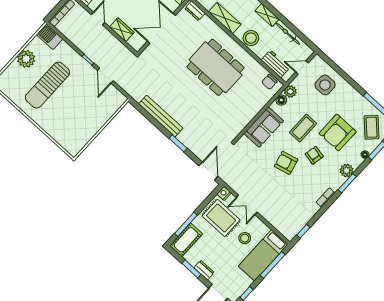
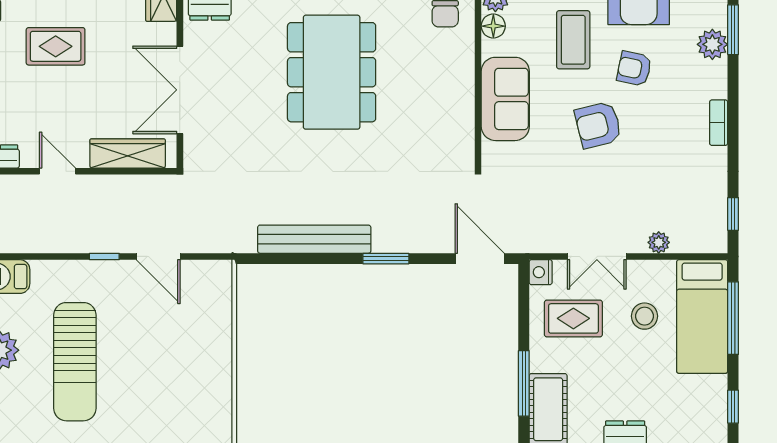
wardrobe: (122, 30) -> (128, 153), width x1.50
dining table: (216, 67) -> (332, 72), turned 90
window: (347, 183) -> (733, 30), moved
rug: (221, 218) -> (573, 318), width x0.73, depth x0.70
plant: (271, 219) -> (659, 242), added

